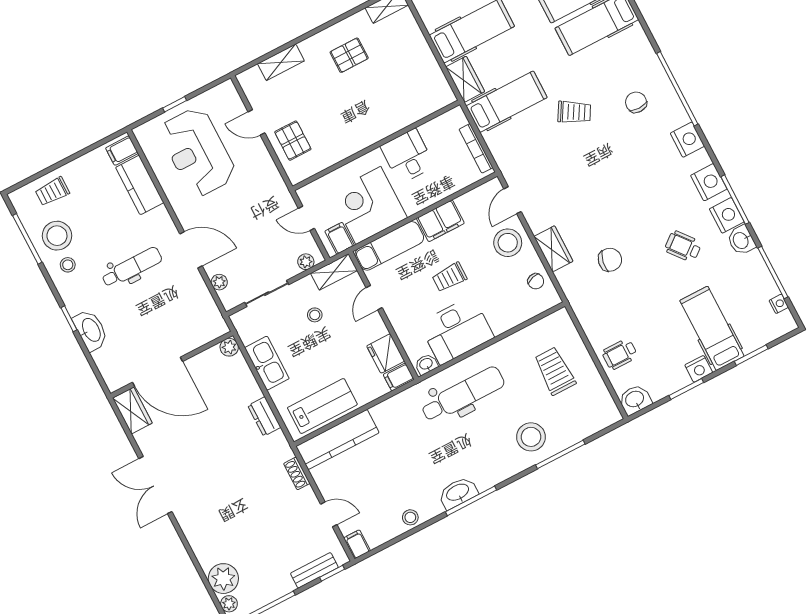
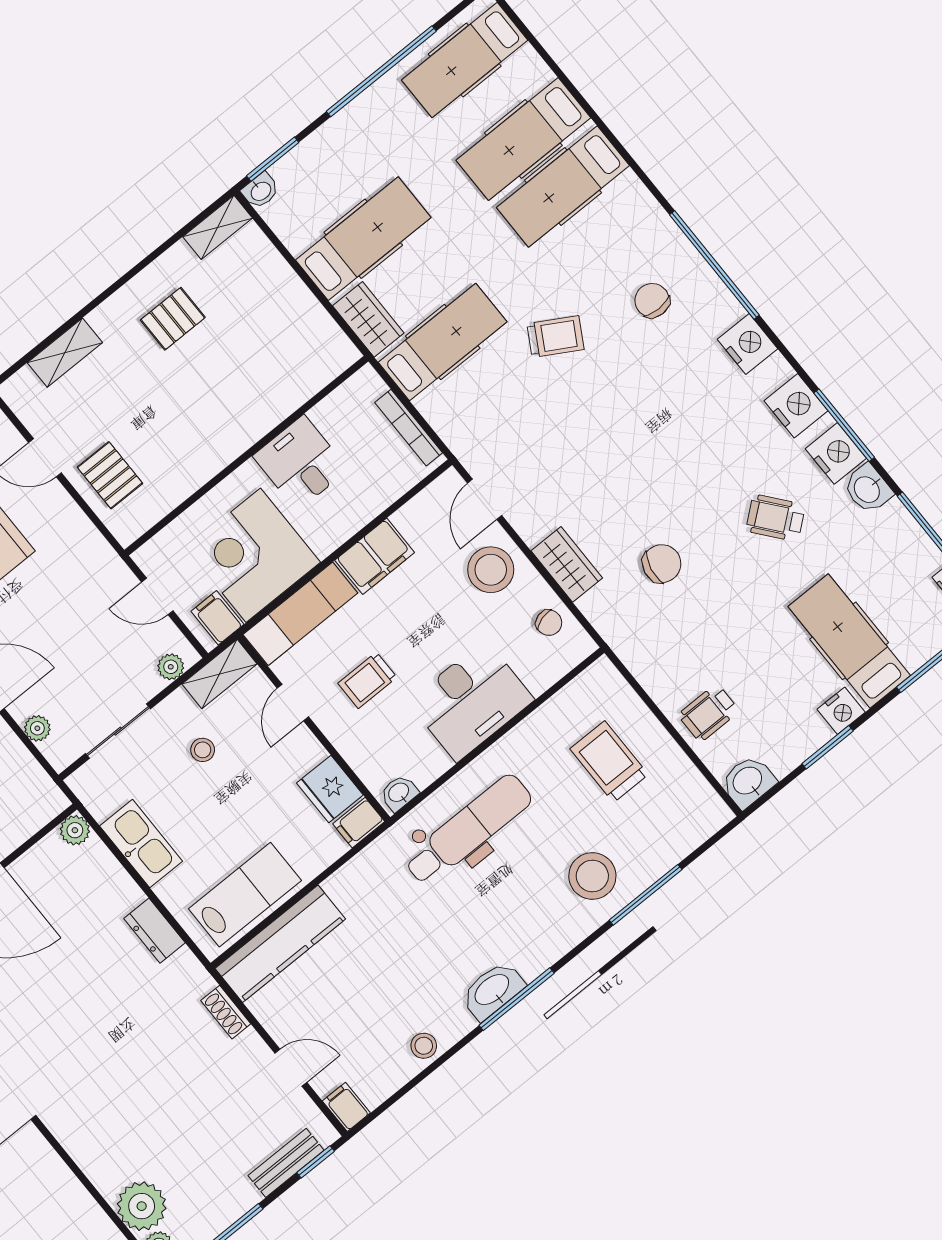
trolley: (449, 277) -> (367, 680), moved
desk: (457, 330) -> (471, 701), moved

